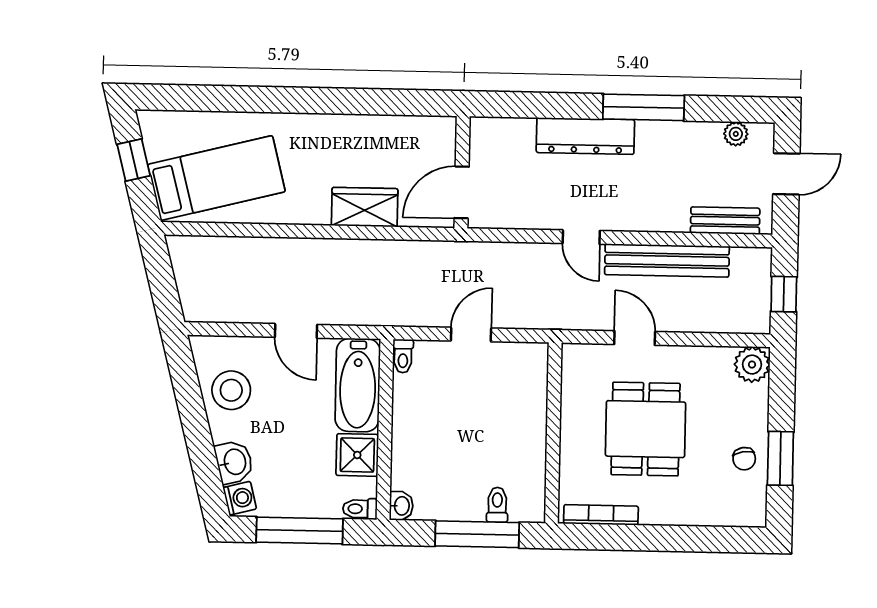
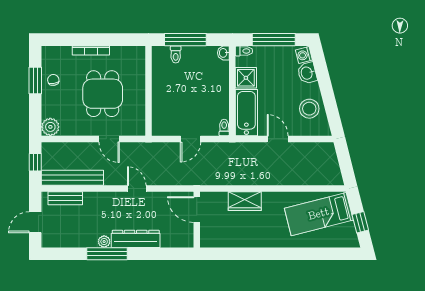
plant: (736, 134) -> (104, 242), moved
door: (462, 192) -> (197, 210), swing flipped
bench: (667, 261) -> (72, 178), moved
bookcase: (601, 515) -> (91, 51), moved

